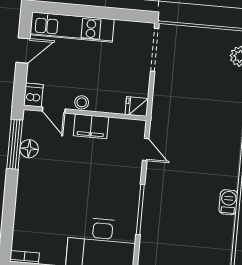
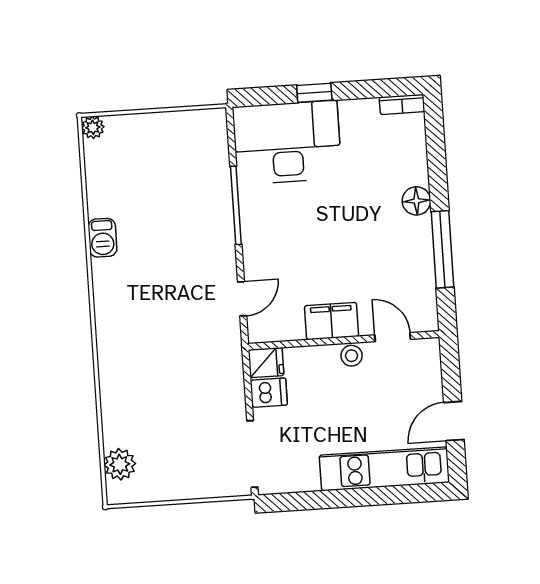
dishwasher: (33, 95) -> (269, 393), moved, turned -90
window: (15, 144) -> (442, 249), moved
floor lamp: (29, 149) -> (416, 201), moved
door: (146, 150) -> (242, 299), swing flipped

